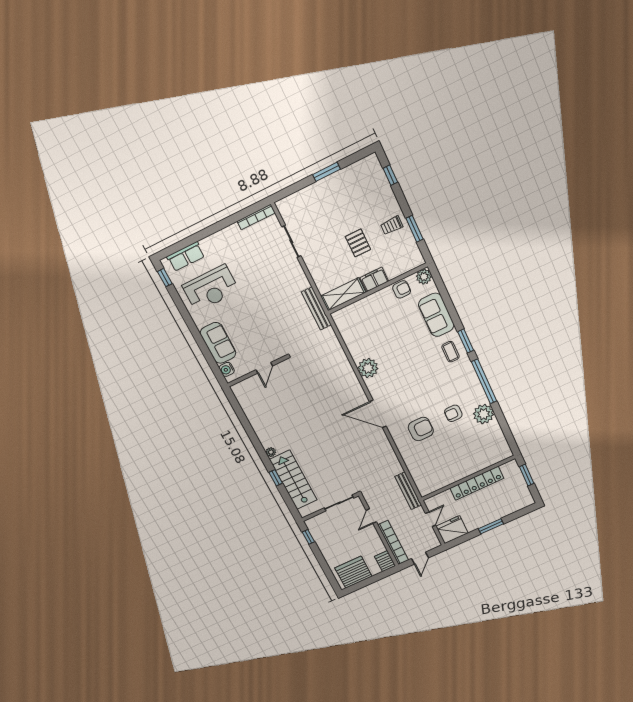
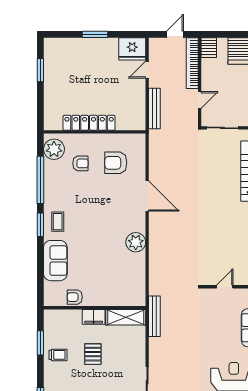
plant: (424, 277) -> (51, 299), removed
wall: (468, 478) -> (95, 132), moved
locker: (477, 483) -> (89, 123), moved

